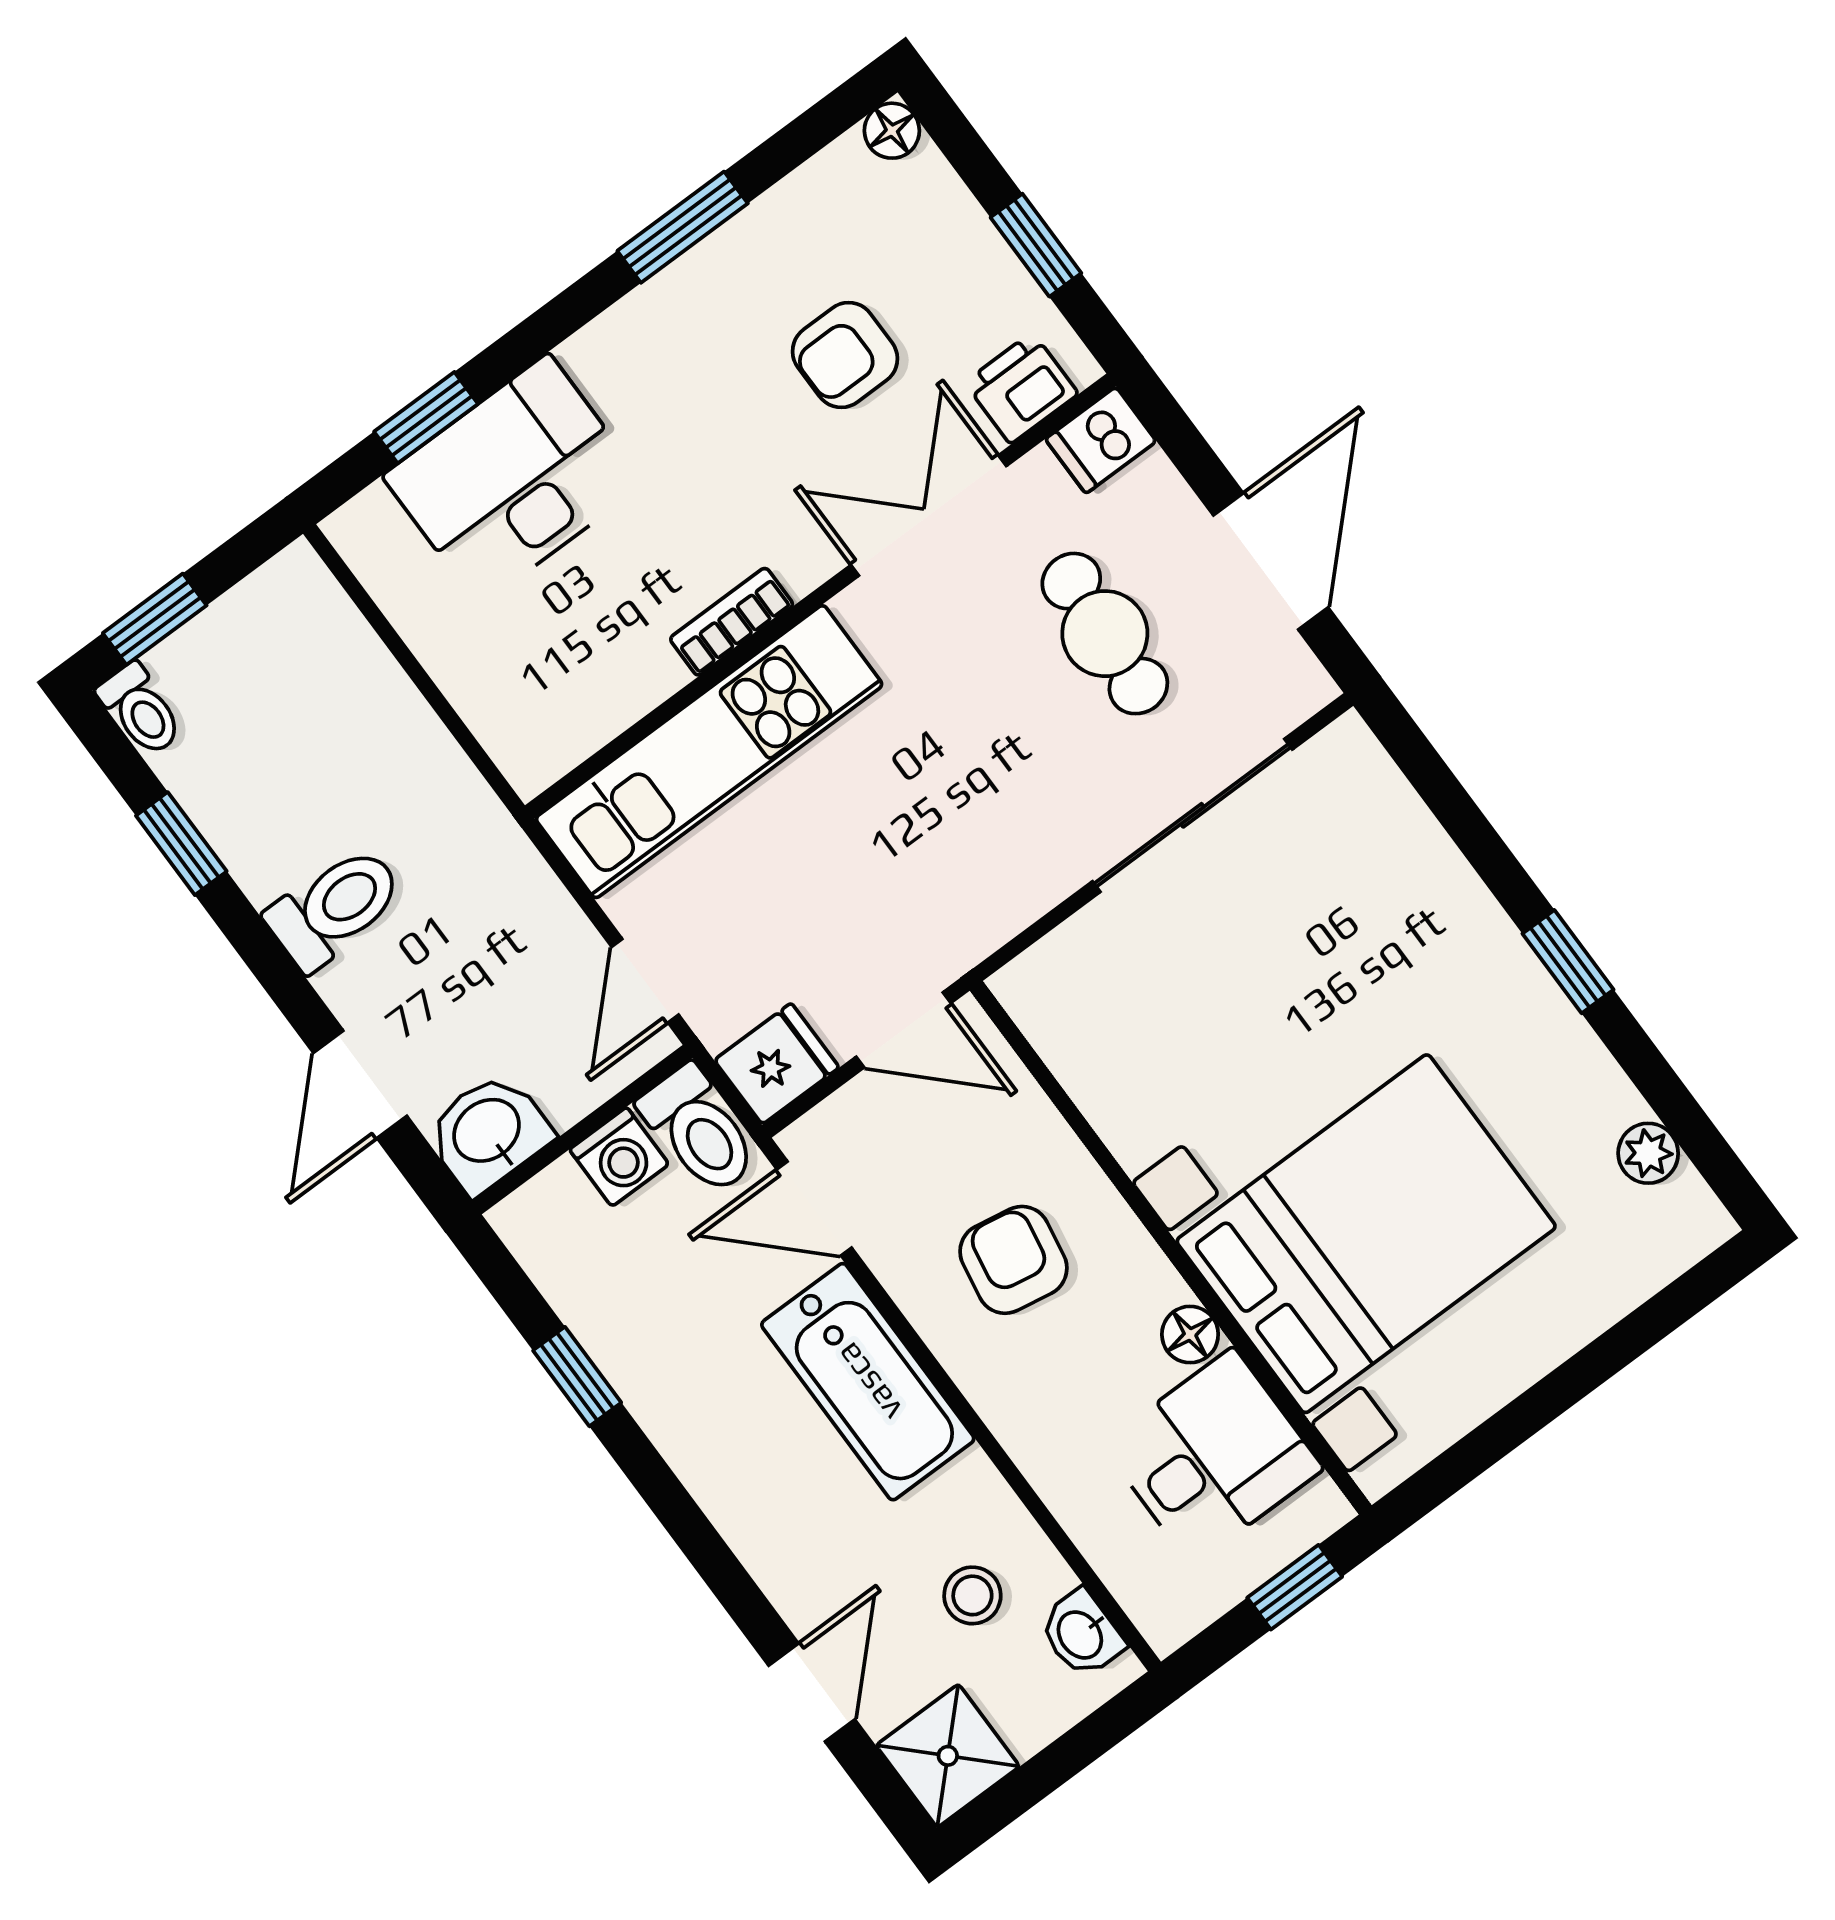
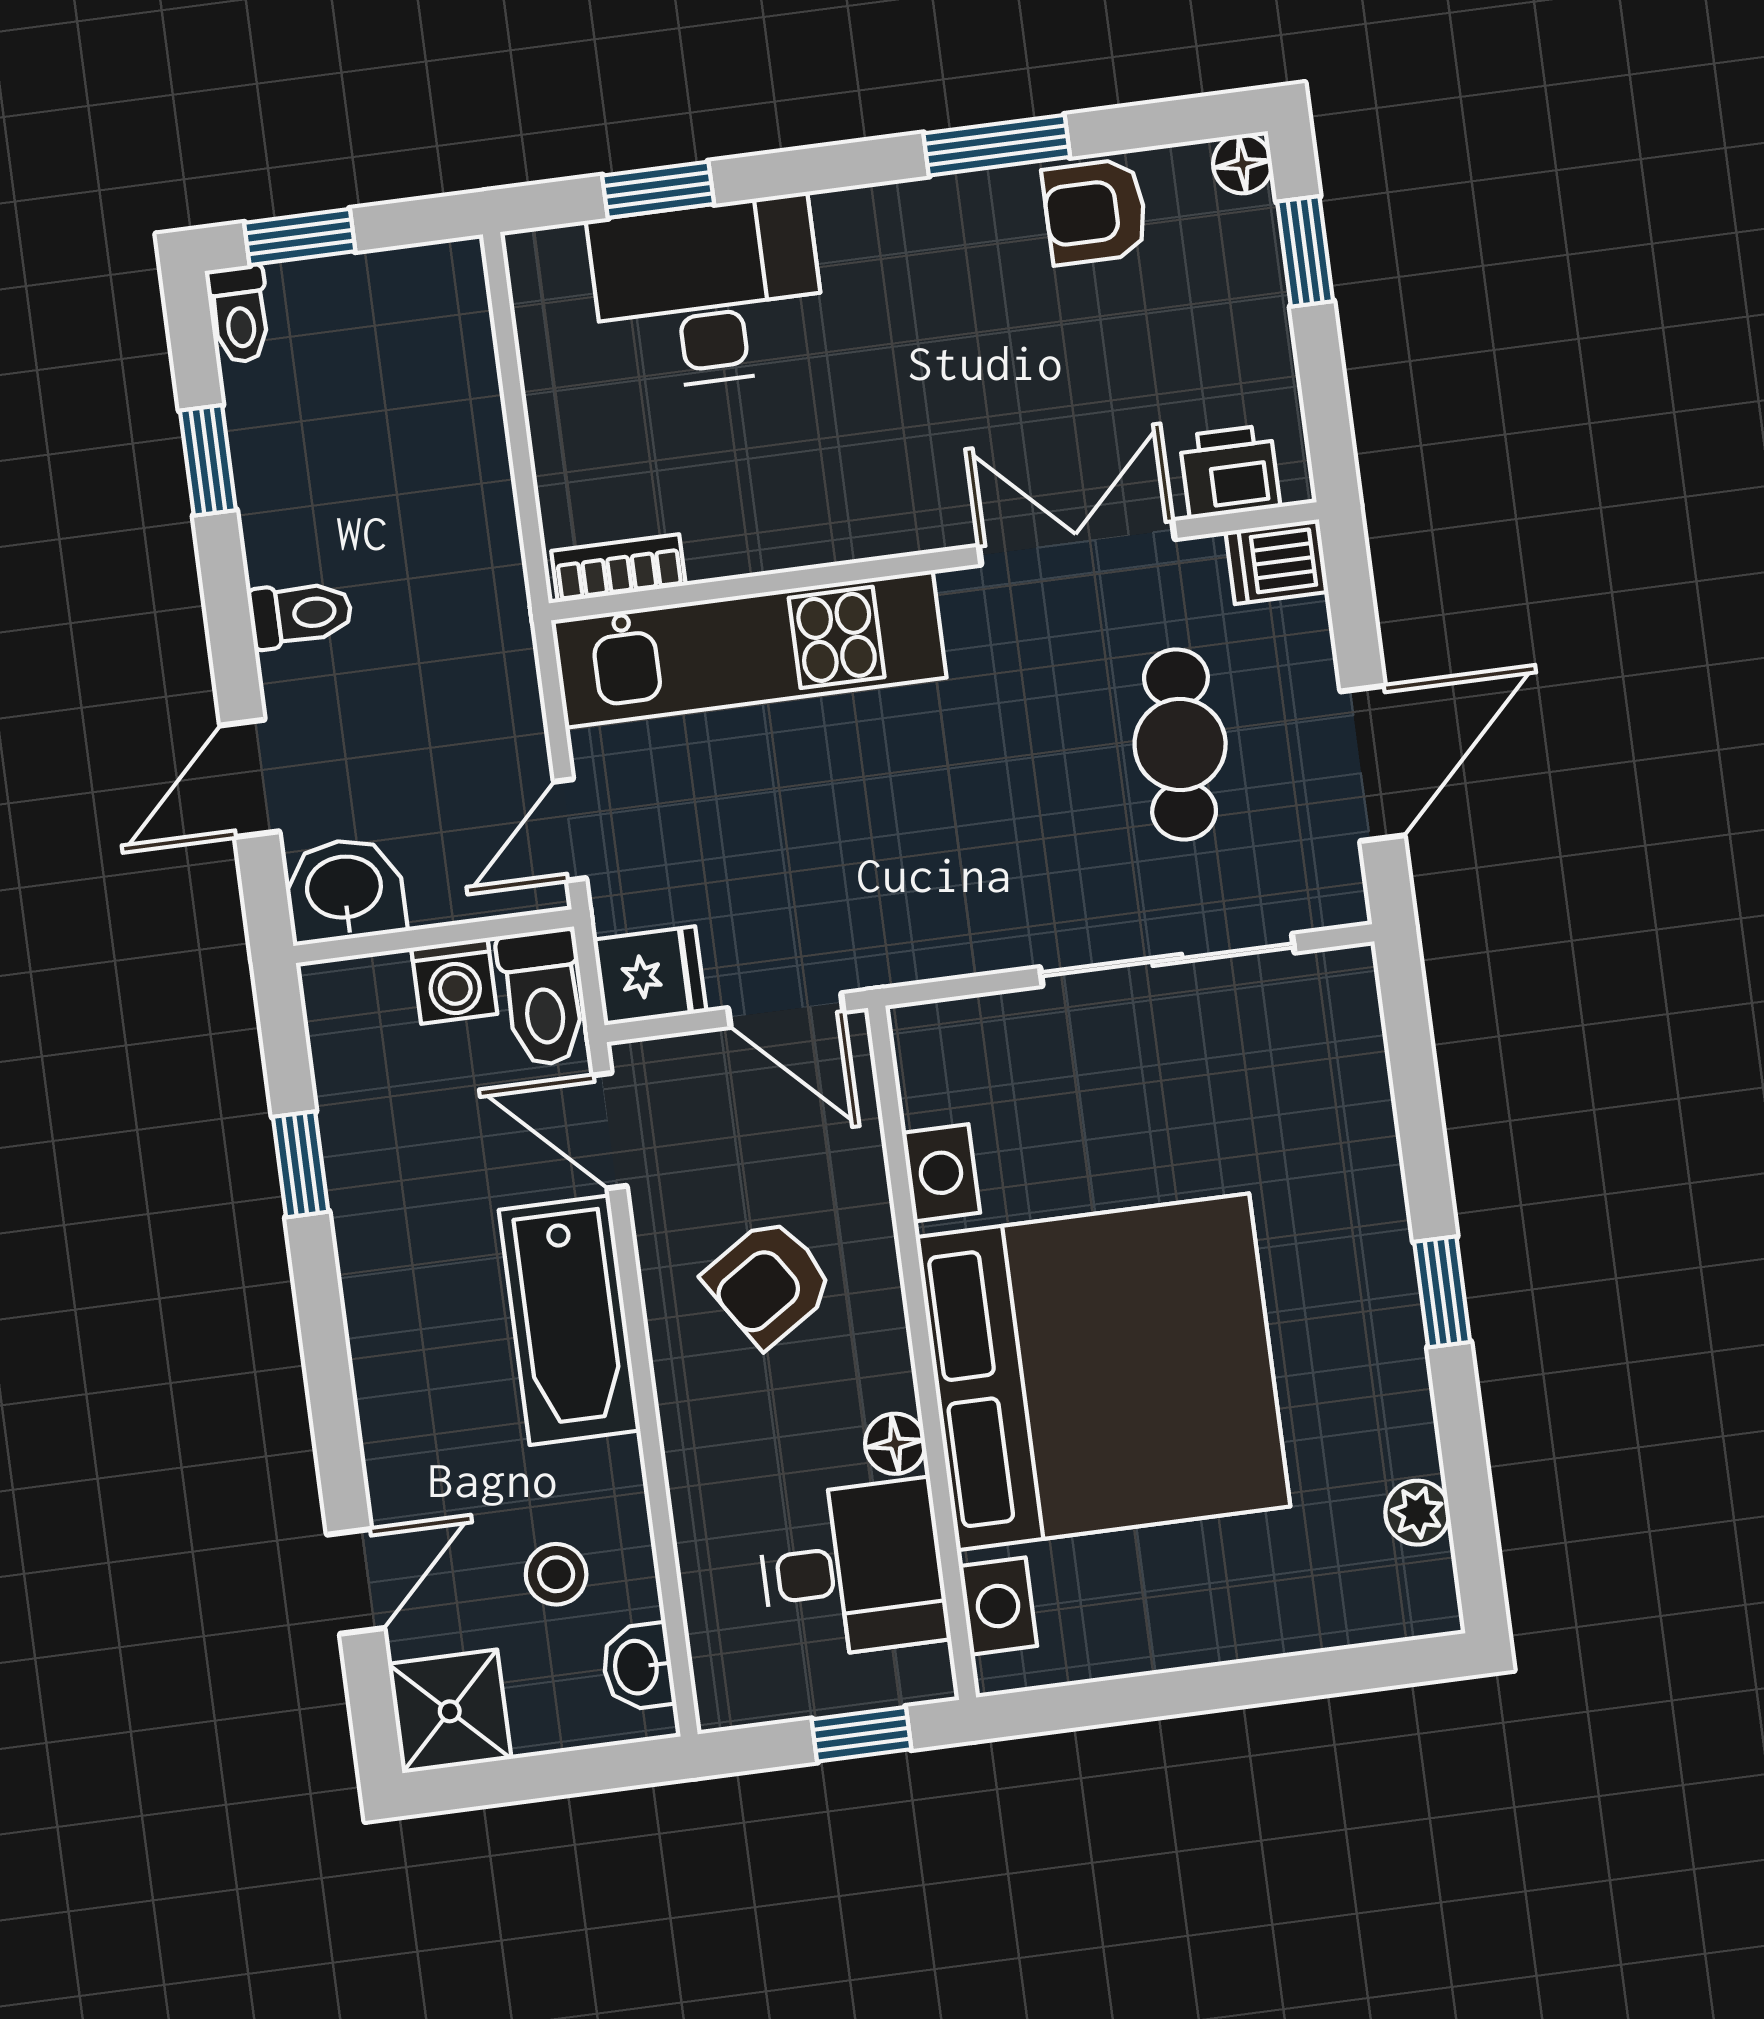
window: (1036, 245) -> (1305, 251), moved
armchair: (845, 355) -> (1095, 212), moved
bookcase: (732, 622) -> (619, 568), moved
toilet: (335, 908) -> (300, 614), width x0.73, depth x0.72
bed with nightstands: (1366, 1234) -> (1103, 1372), width x1.36
armchair: (1013, 1260) -> (769, 1282), turned -133

